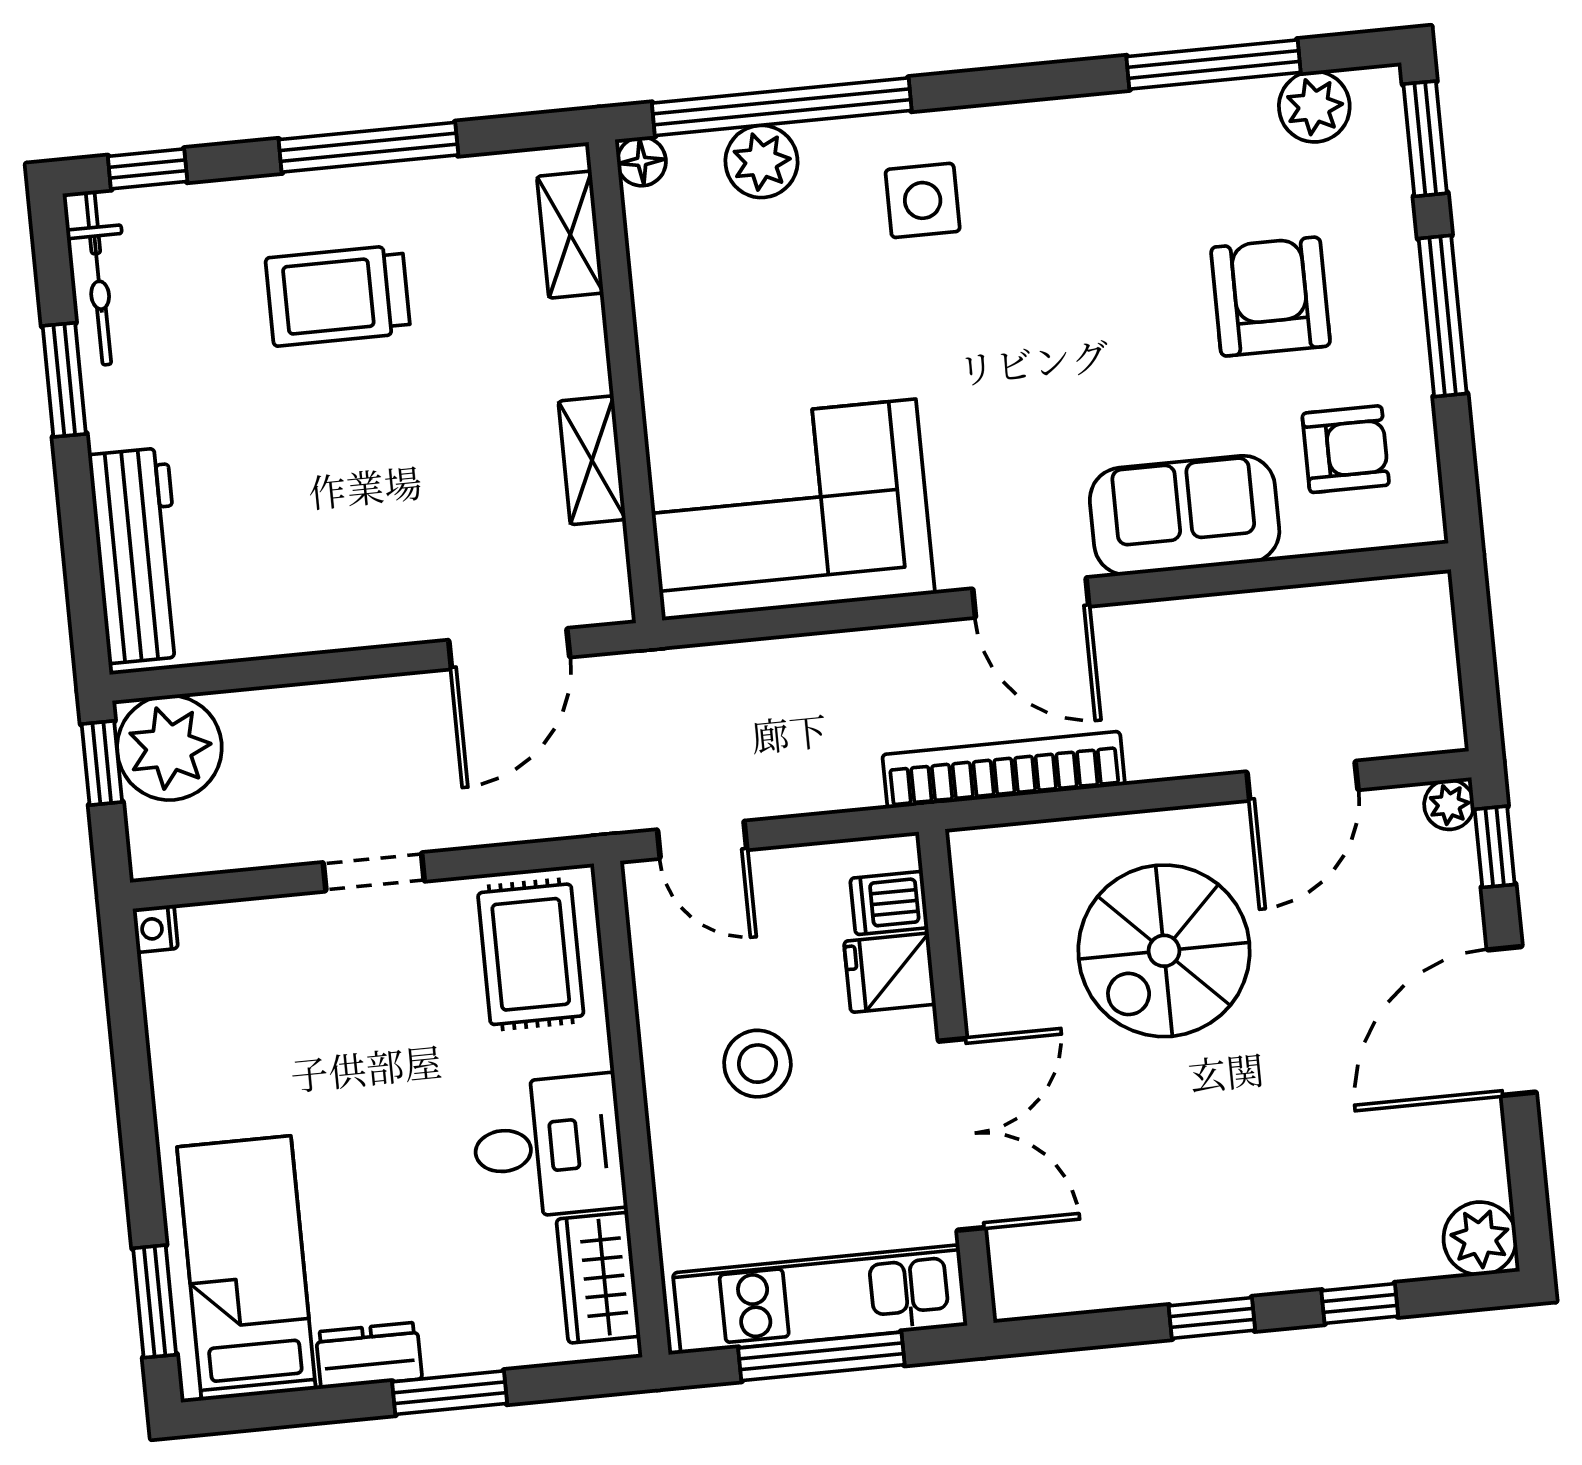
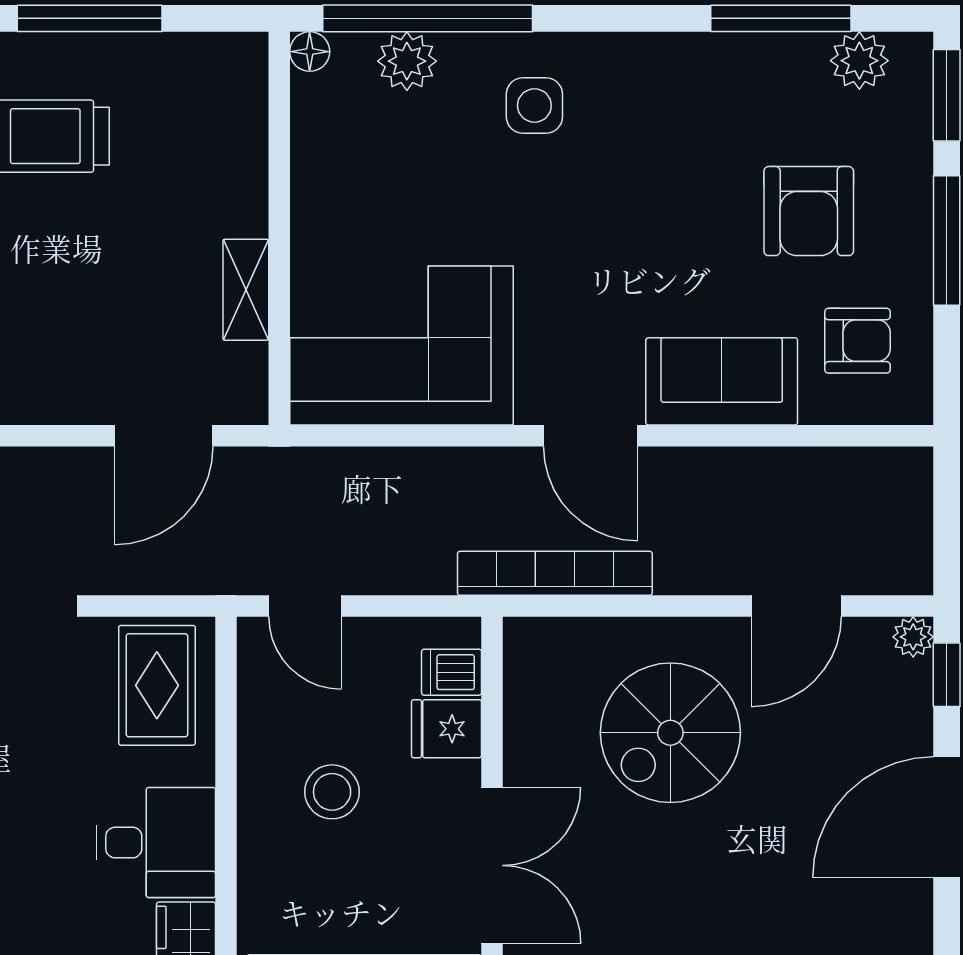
shelving: (570, 235) -> (246, 105), removed
armchair: (1271, 297) -> (809, 211), turned 180

